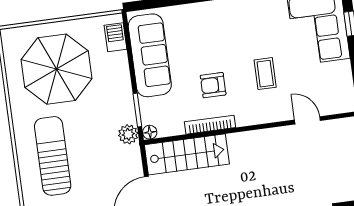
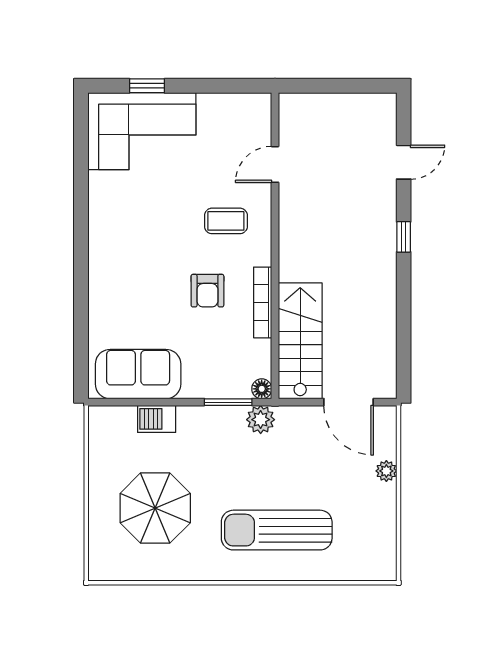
barbecue: (116, 37) -> (157, 419), moved
sofa: (150, 55) -> (138, 374), width x0.73
parasol: (57, 69) -> (155, 508), width x0.73, depth x0.73
coffee table: (265, 74) -> (226, 221), moved

